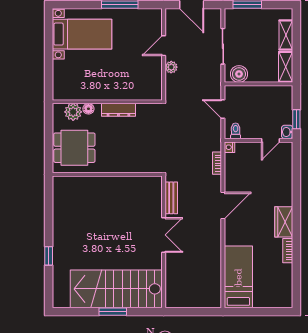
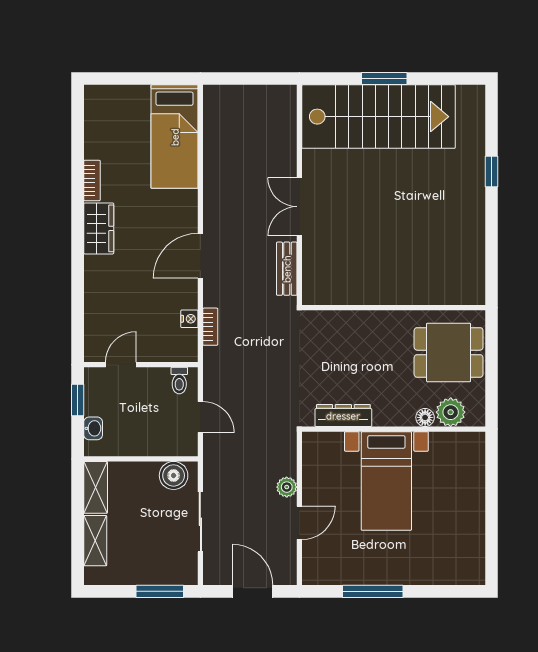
bed with nightstands: (82, 34) -> (386, 481), moved, turned -90
dresser: (118, 110) -> (343, 416), moved
washbasin: (287, 132) -> (93, 428), moved
nightstand: (230, 147) -> (189, 319), moved

